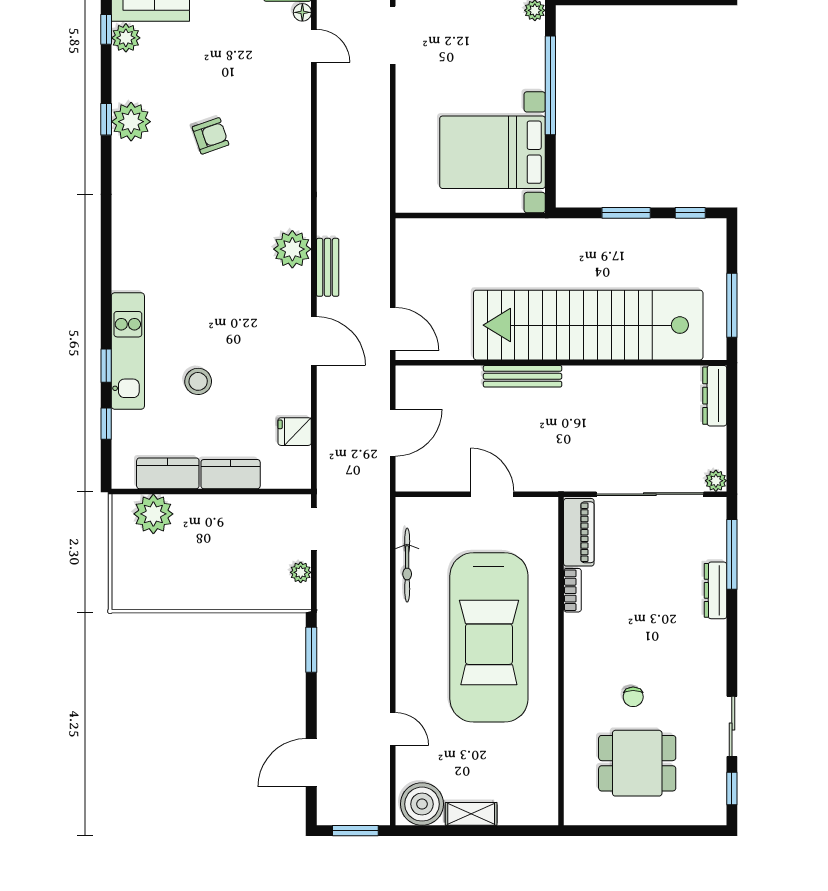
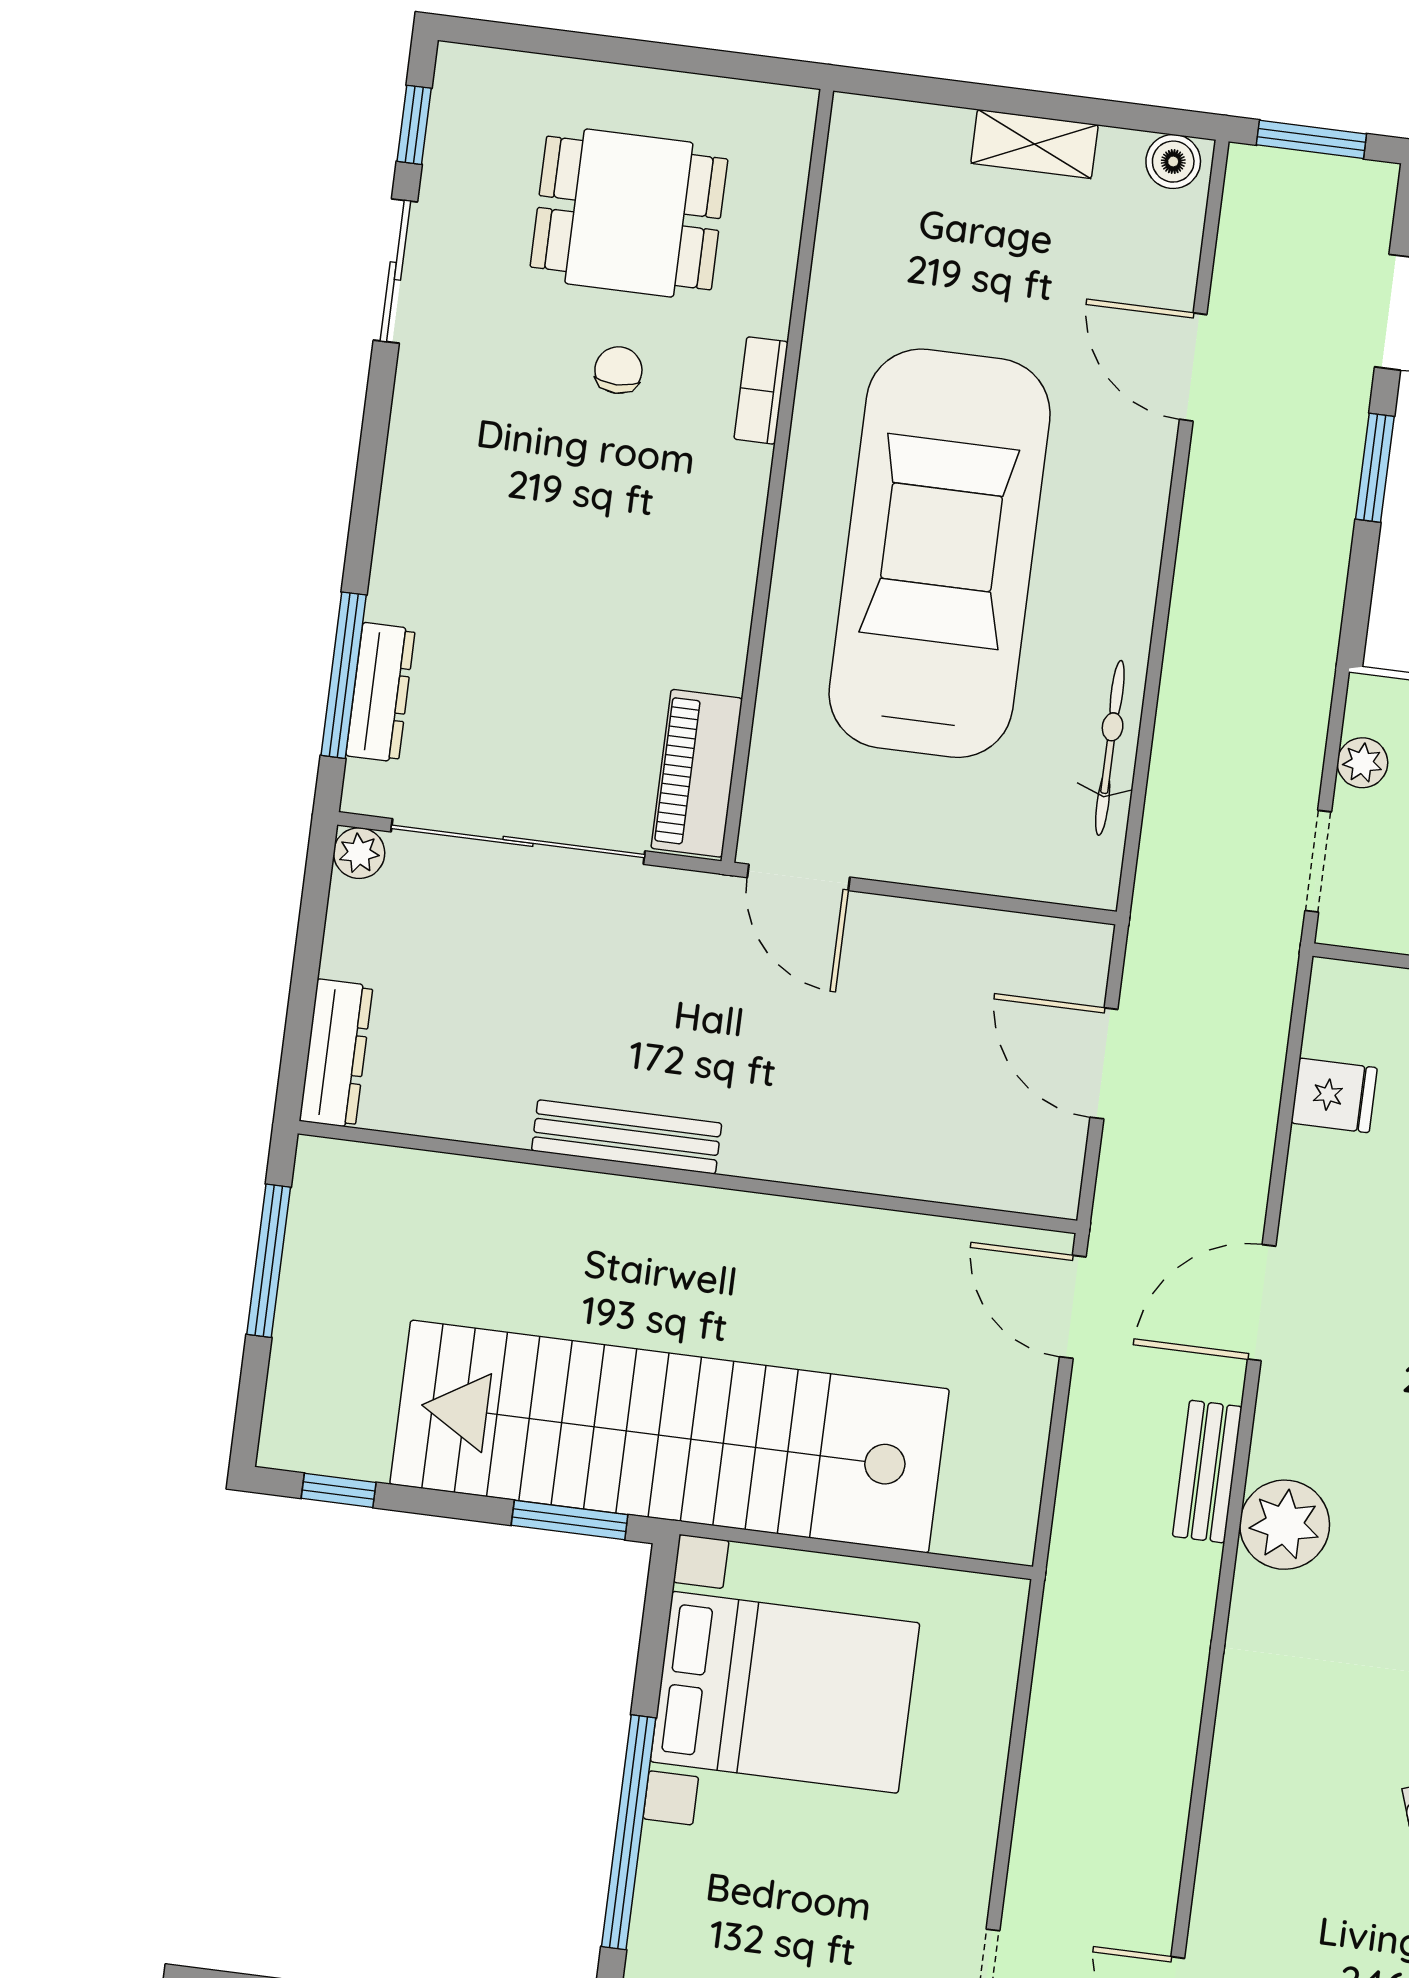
window: (626, 213) -> (570, 1520), moved
stairs: (588, 325) -> (669, 1437), moved, turned 180
door: (314, 341) -> (1262, 1303), hinge flipped
bench: (523, 376) -> (627, 1137), moved
door: (393, 433) -> (1104, 1063), hinge flipped
door: (492, 494) -> (798, 877), moved
bookcase: (572, 590) -> (761, 390), moved
dresser: (715, 590) -> (381, 692), moved
window: (311, 650) -> (1375, 468), moved
door: (393, 729) -> (1193, 367), width x1.38
boiler: (422, 804) -> (1173, 162), width x0.54, depth x0.54

